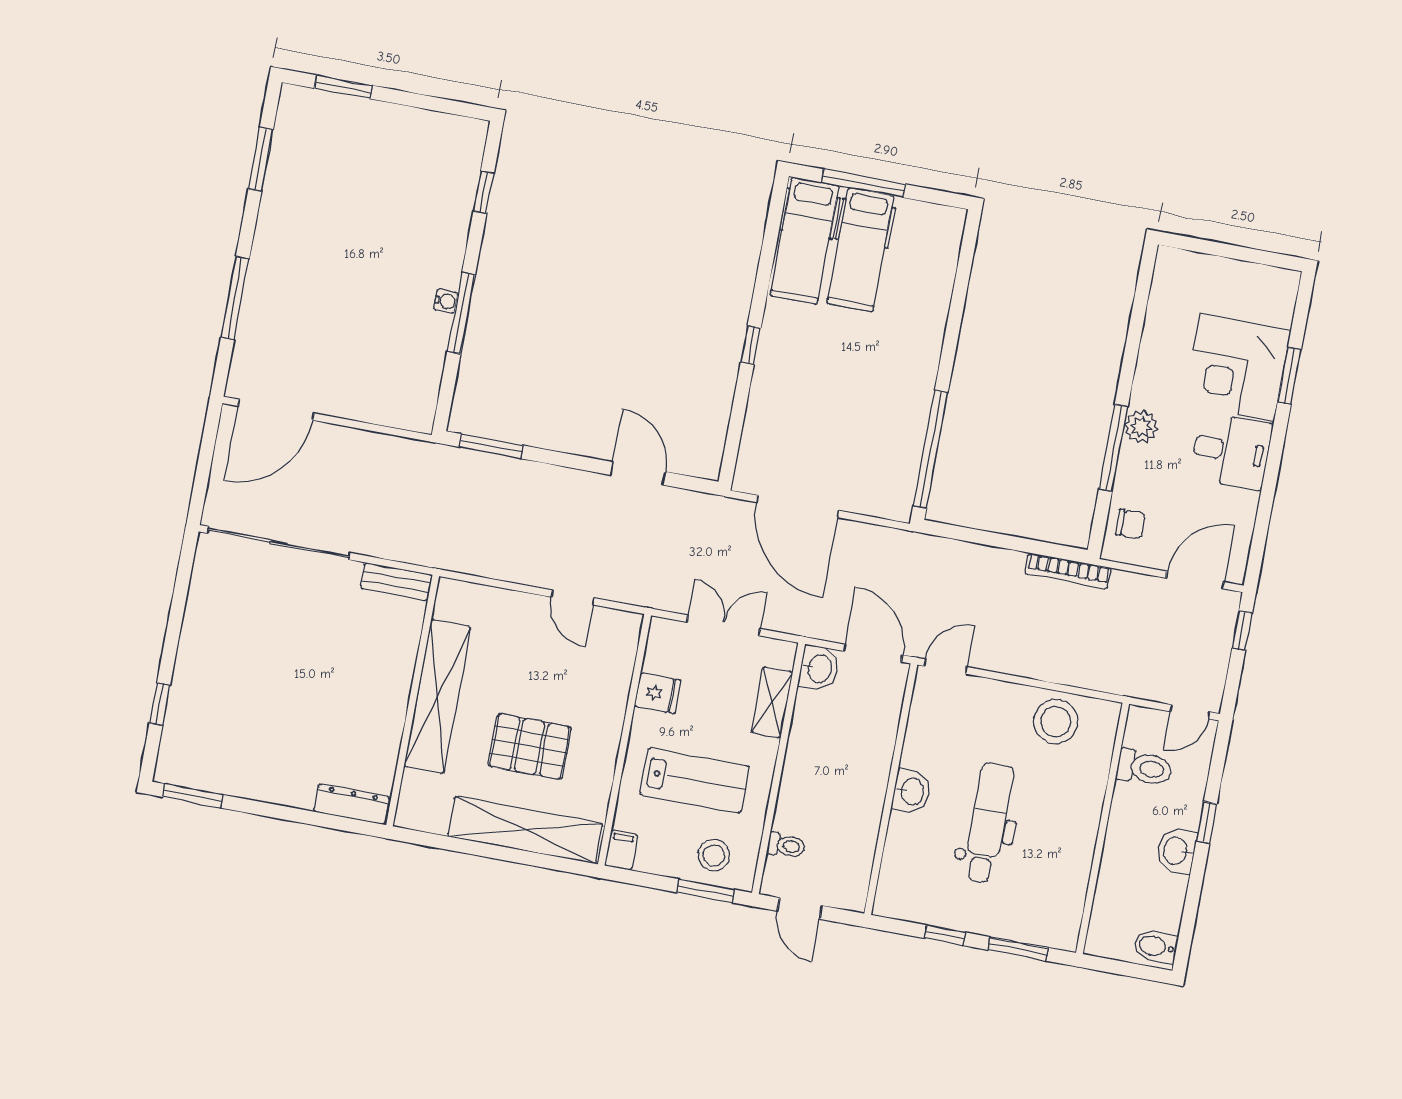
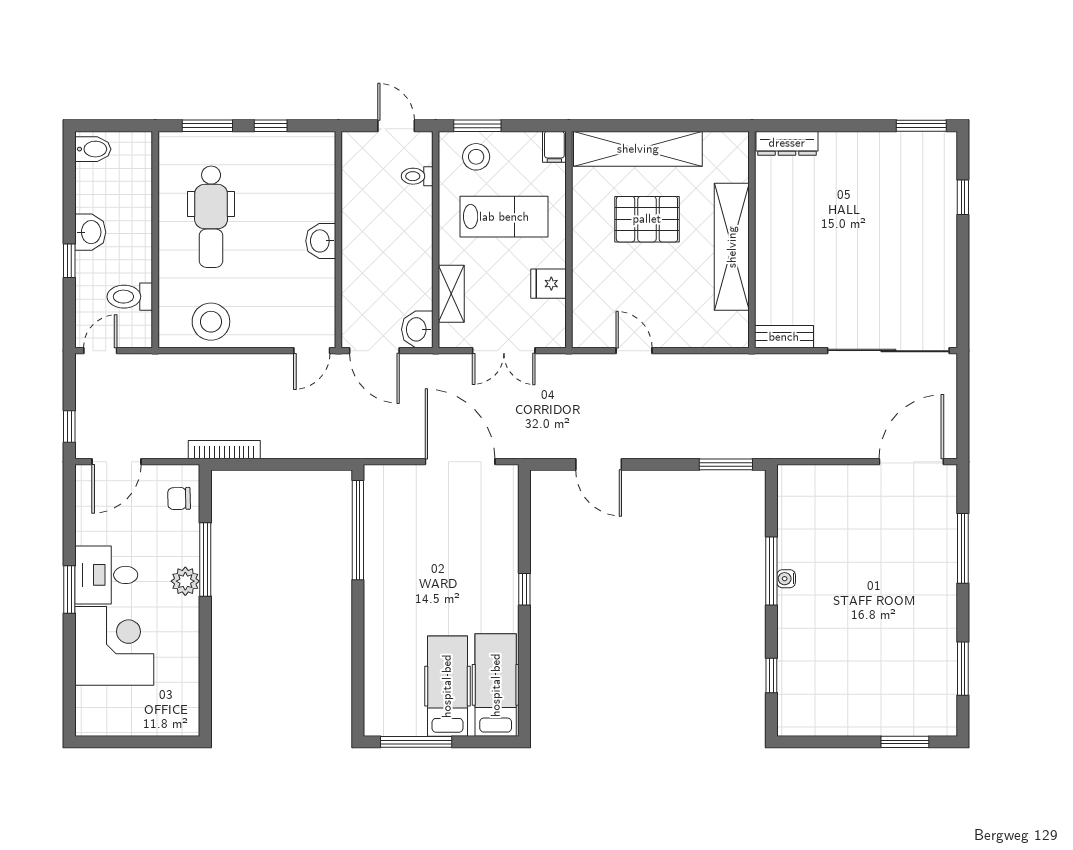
window: (863, 183) -> (416, 742), moved
window: (1289, 376) -> (69, 589), moved
lab bench: (694, 780) -> (504, 217), turned 180
dental chair: (988, 823) -> (211, 217), moved

